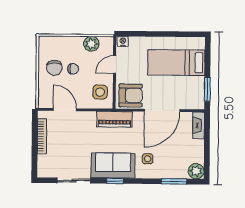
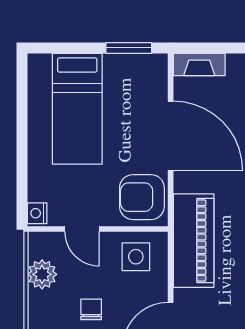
armchair: (131, 95) -> (142, 197), turned -90
piano: (115, 119) -> (194, 241), width x1.37, depth x1.33

